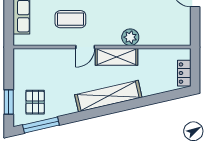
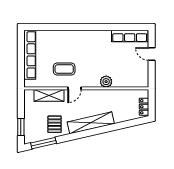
shelving: (117, 57) -> (49, 95), moved
pallet: (35, 102) -> (55, 124), moved

